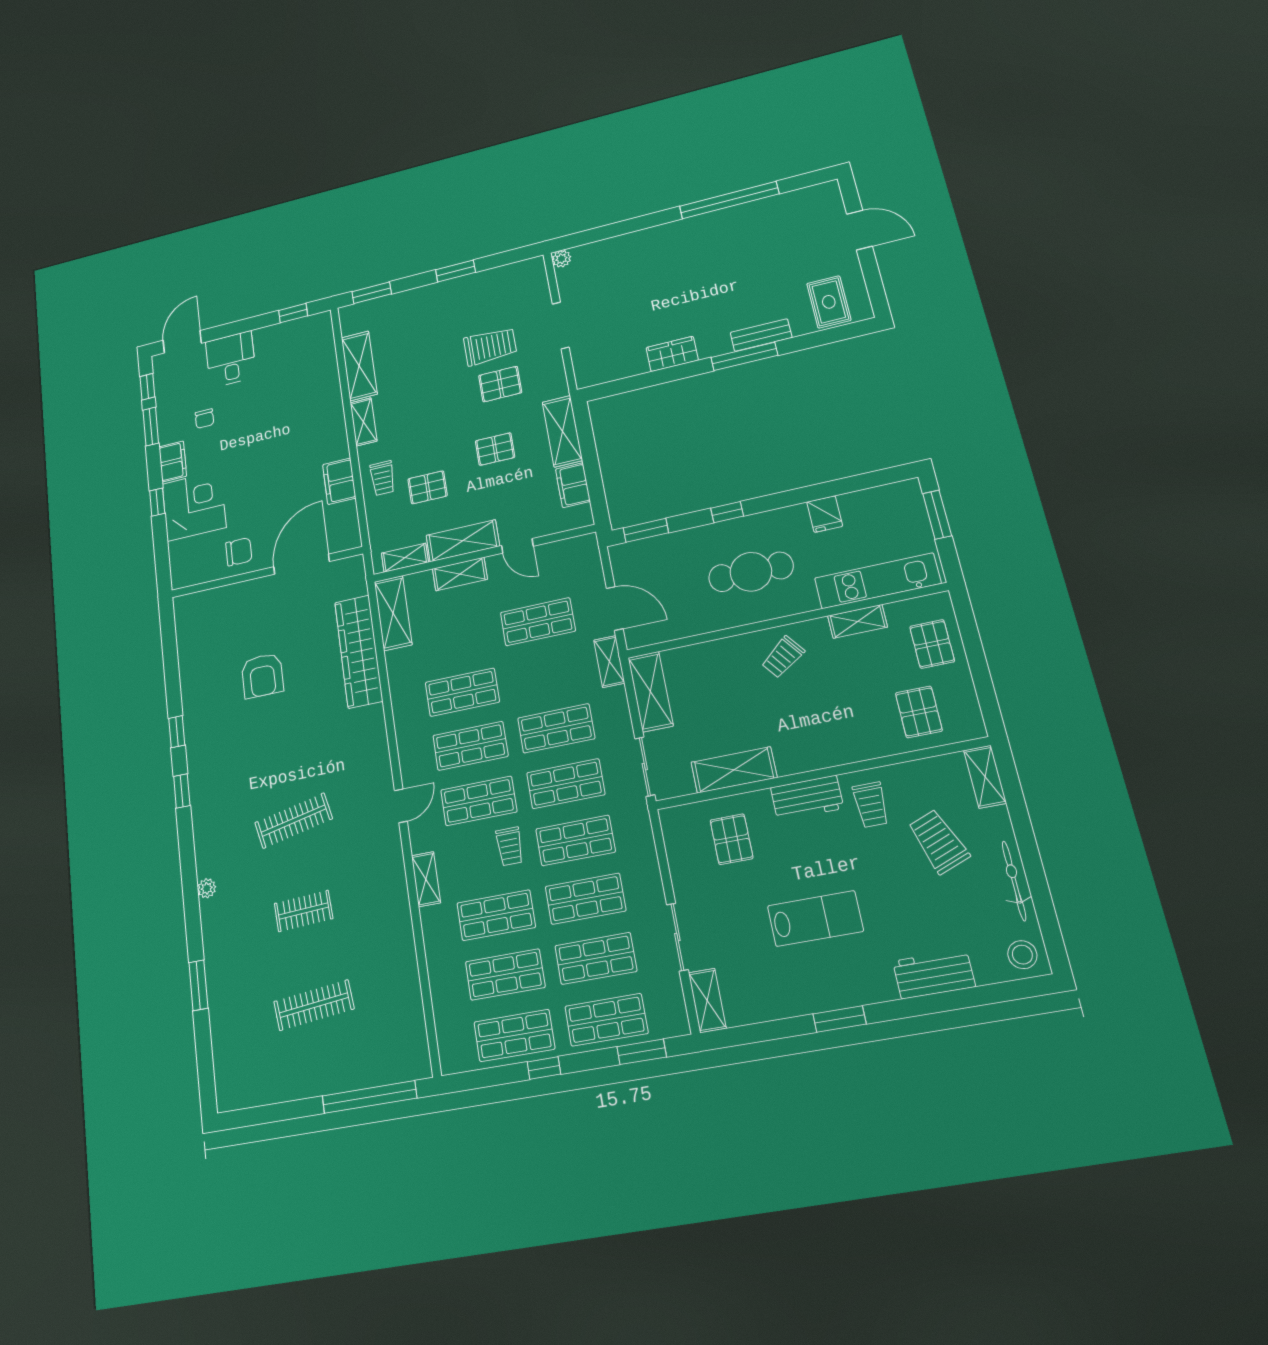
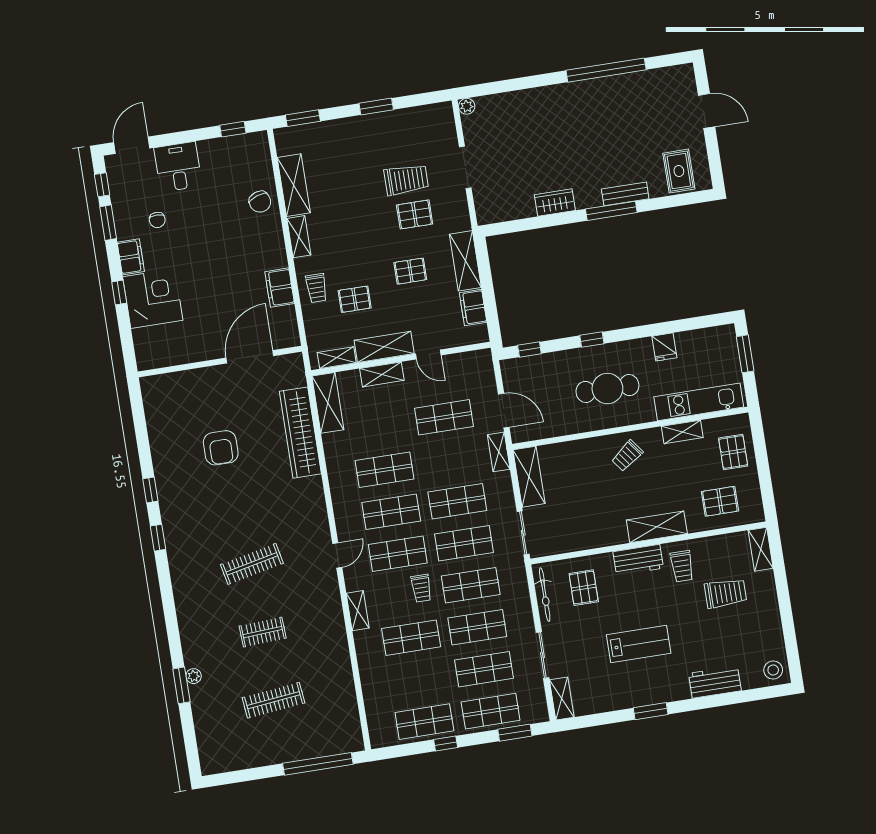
window: (646, 530) -> (529, 349), width x0.67
chair: (239, 552) -> (260, 202), moved, turned 71
pallet: (919, 712) -> (720, 501), turned 90
shelving: (734, 770) -> (657, 527), moved
trolley: (938, 842) -> (726, 593), turned 111
bicycle: (1014, 881) -> (545, 595), moved, turned 180
plant: (207, 888) -> (194, 676), moved
shop shelf: (505, 975) -> (418, 680), removed

